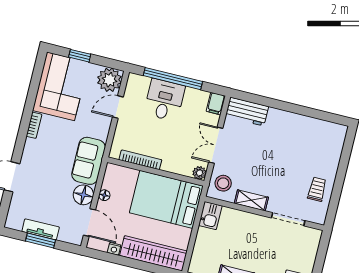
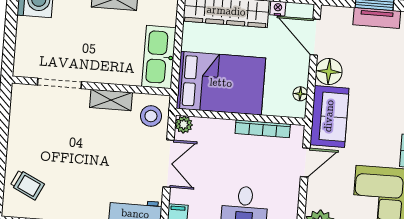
door: (118, 107) -> (305, 162), moved
trolley: (317, 189) -> (27, 185), moved, turned -64
floor lamp: (104, 195) -> (300, 94), moved
kitchen sink: (210, 216) -> (159, 57), width x1.87, depth x1.24

